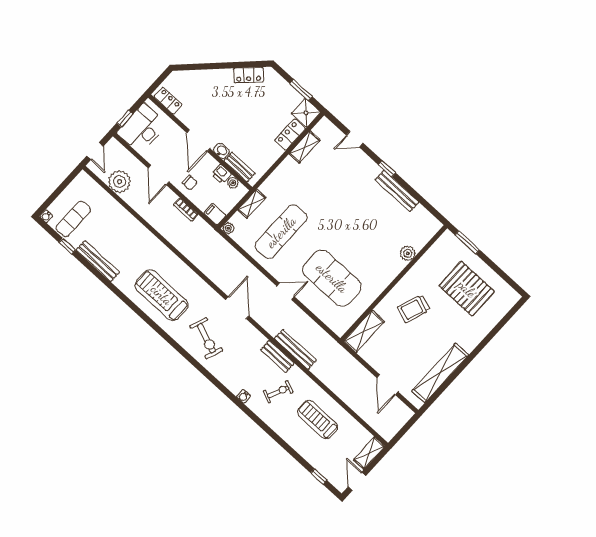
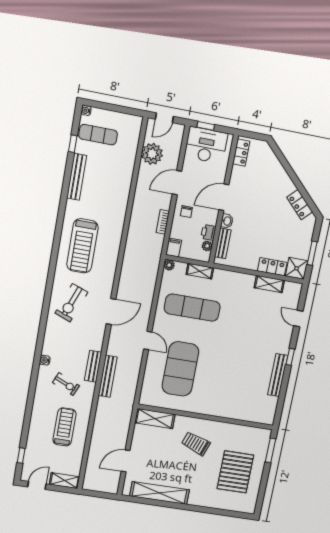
plant: (408, 253) -> (235, 413), removed
treadmill: (162, 295) -> (82, 246), turned 180

